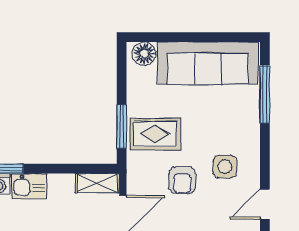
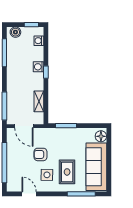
rug: (155, 134) -> (67, 172), moved
shelving: (97, 183) -> (39, 101), moved
kitchen sink: (29, 186) -> (38, 81), removed

